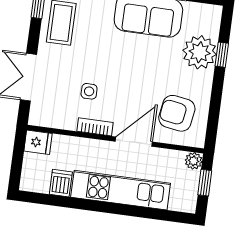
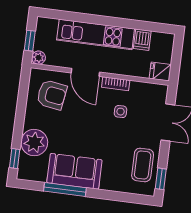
window: (222, 55) -> (15, 159), moved
door: (134, 142) -> (85, 72), hinge flipped

